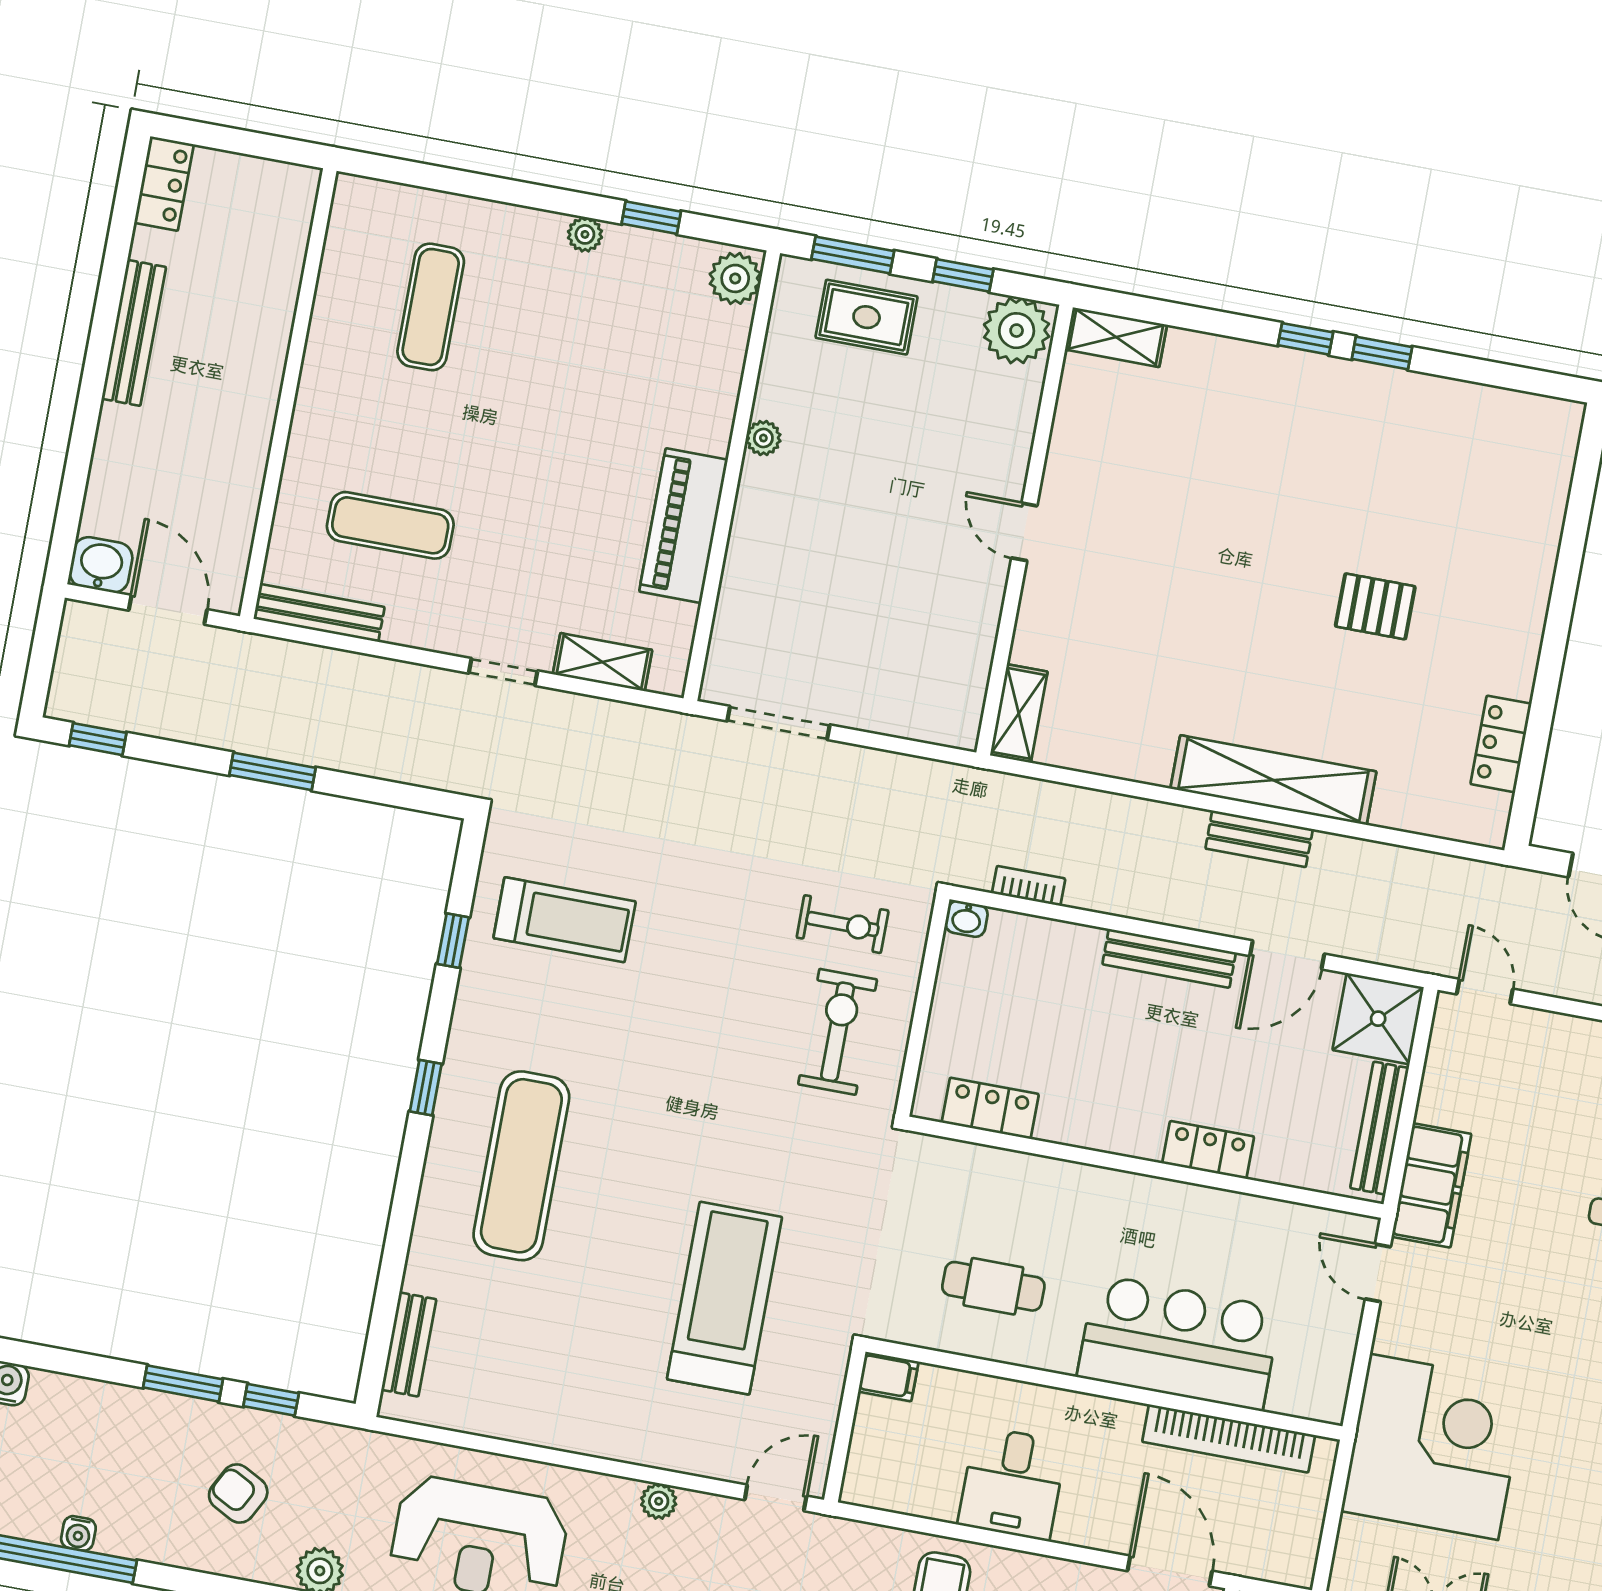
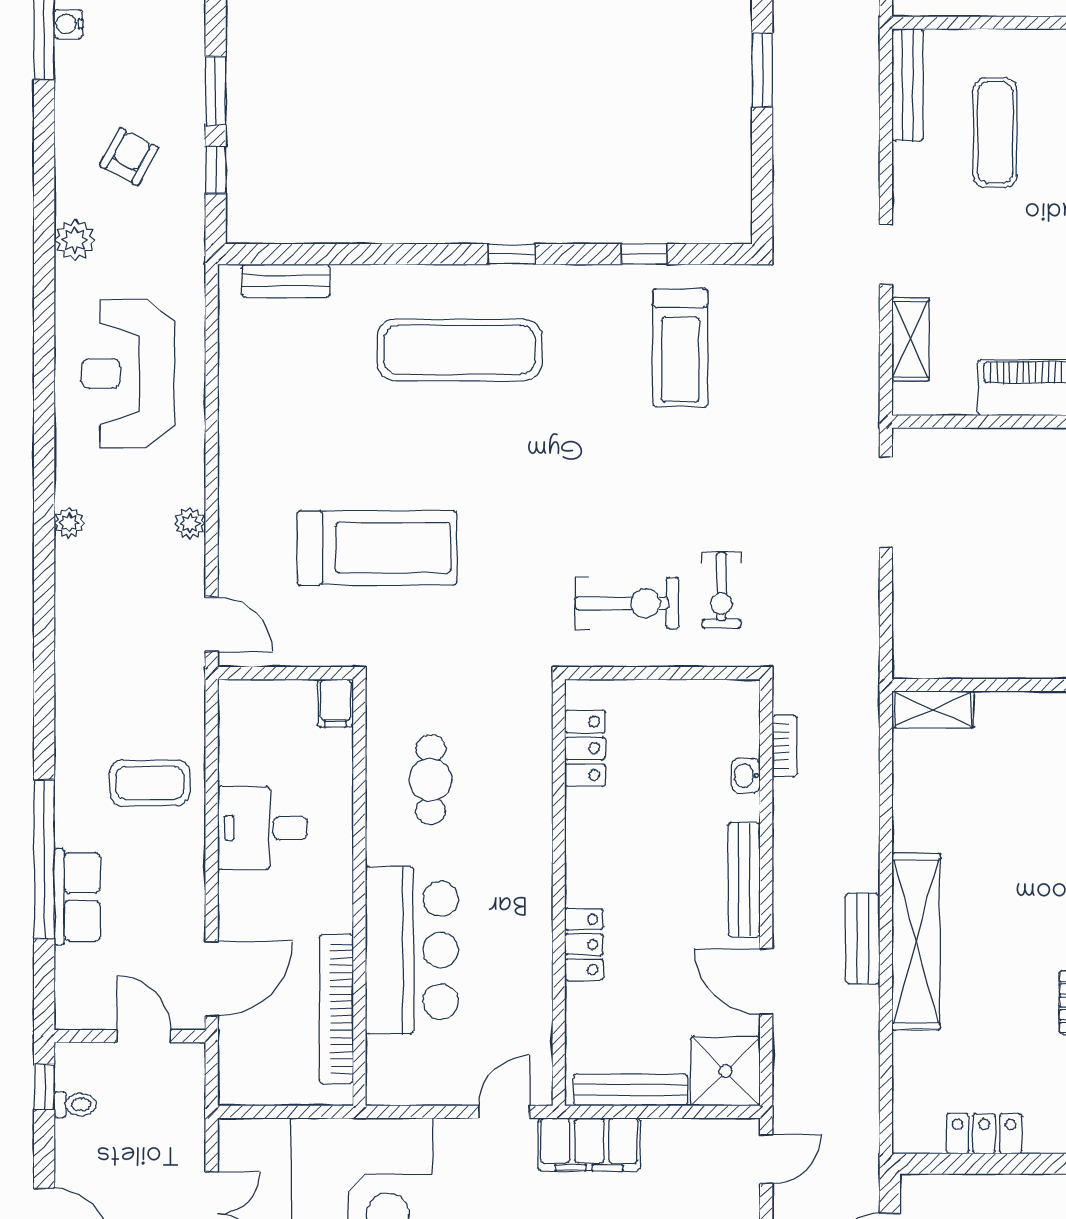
washbasin: (967, 919) -> (746, 776), moved

